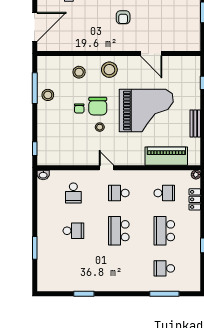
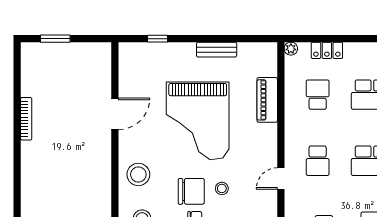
armchair: (123, 17) -> (62, 154), removed
grand piano: (146, 110) -> (198, 121), turned 180
piano: (166, 156) -> (267, 100), width x0.73, depth x0.75

